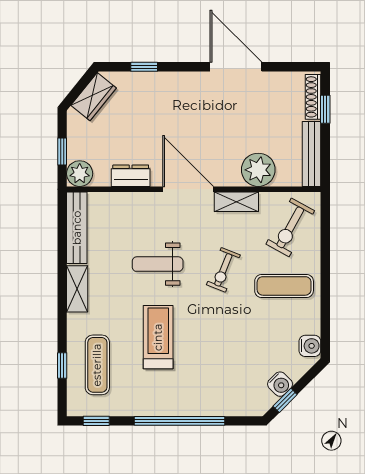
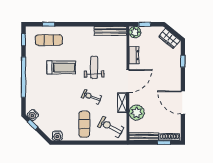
door: (236, 67) -> (183, 102), swing flipped
shelving: (77, 289) -> (83, 31), removed
water cooler: (280, 384) -> (33, 115), moved

